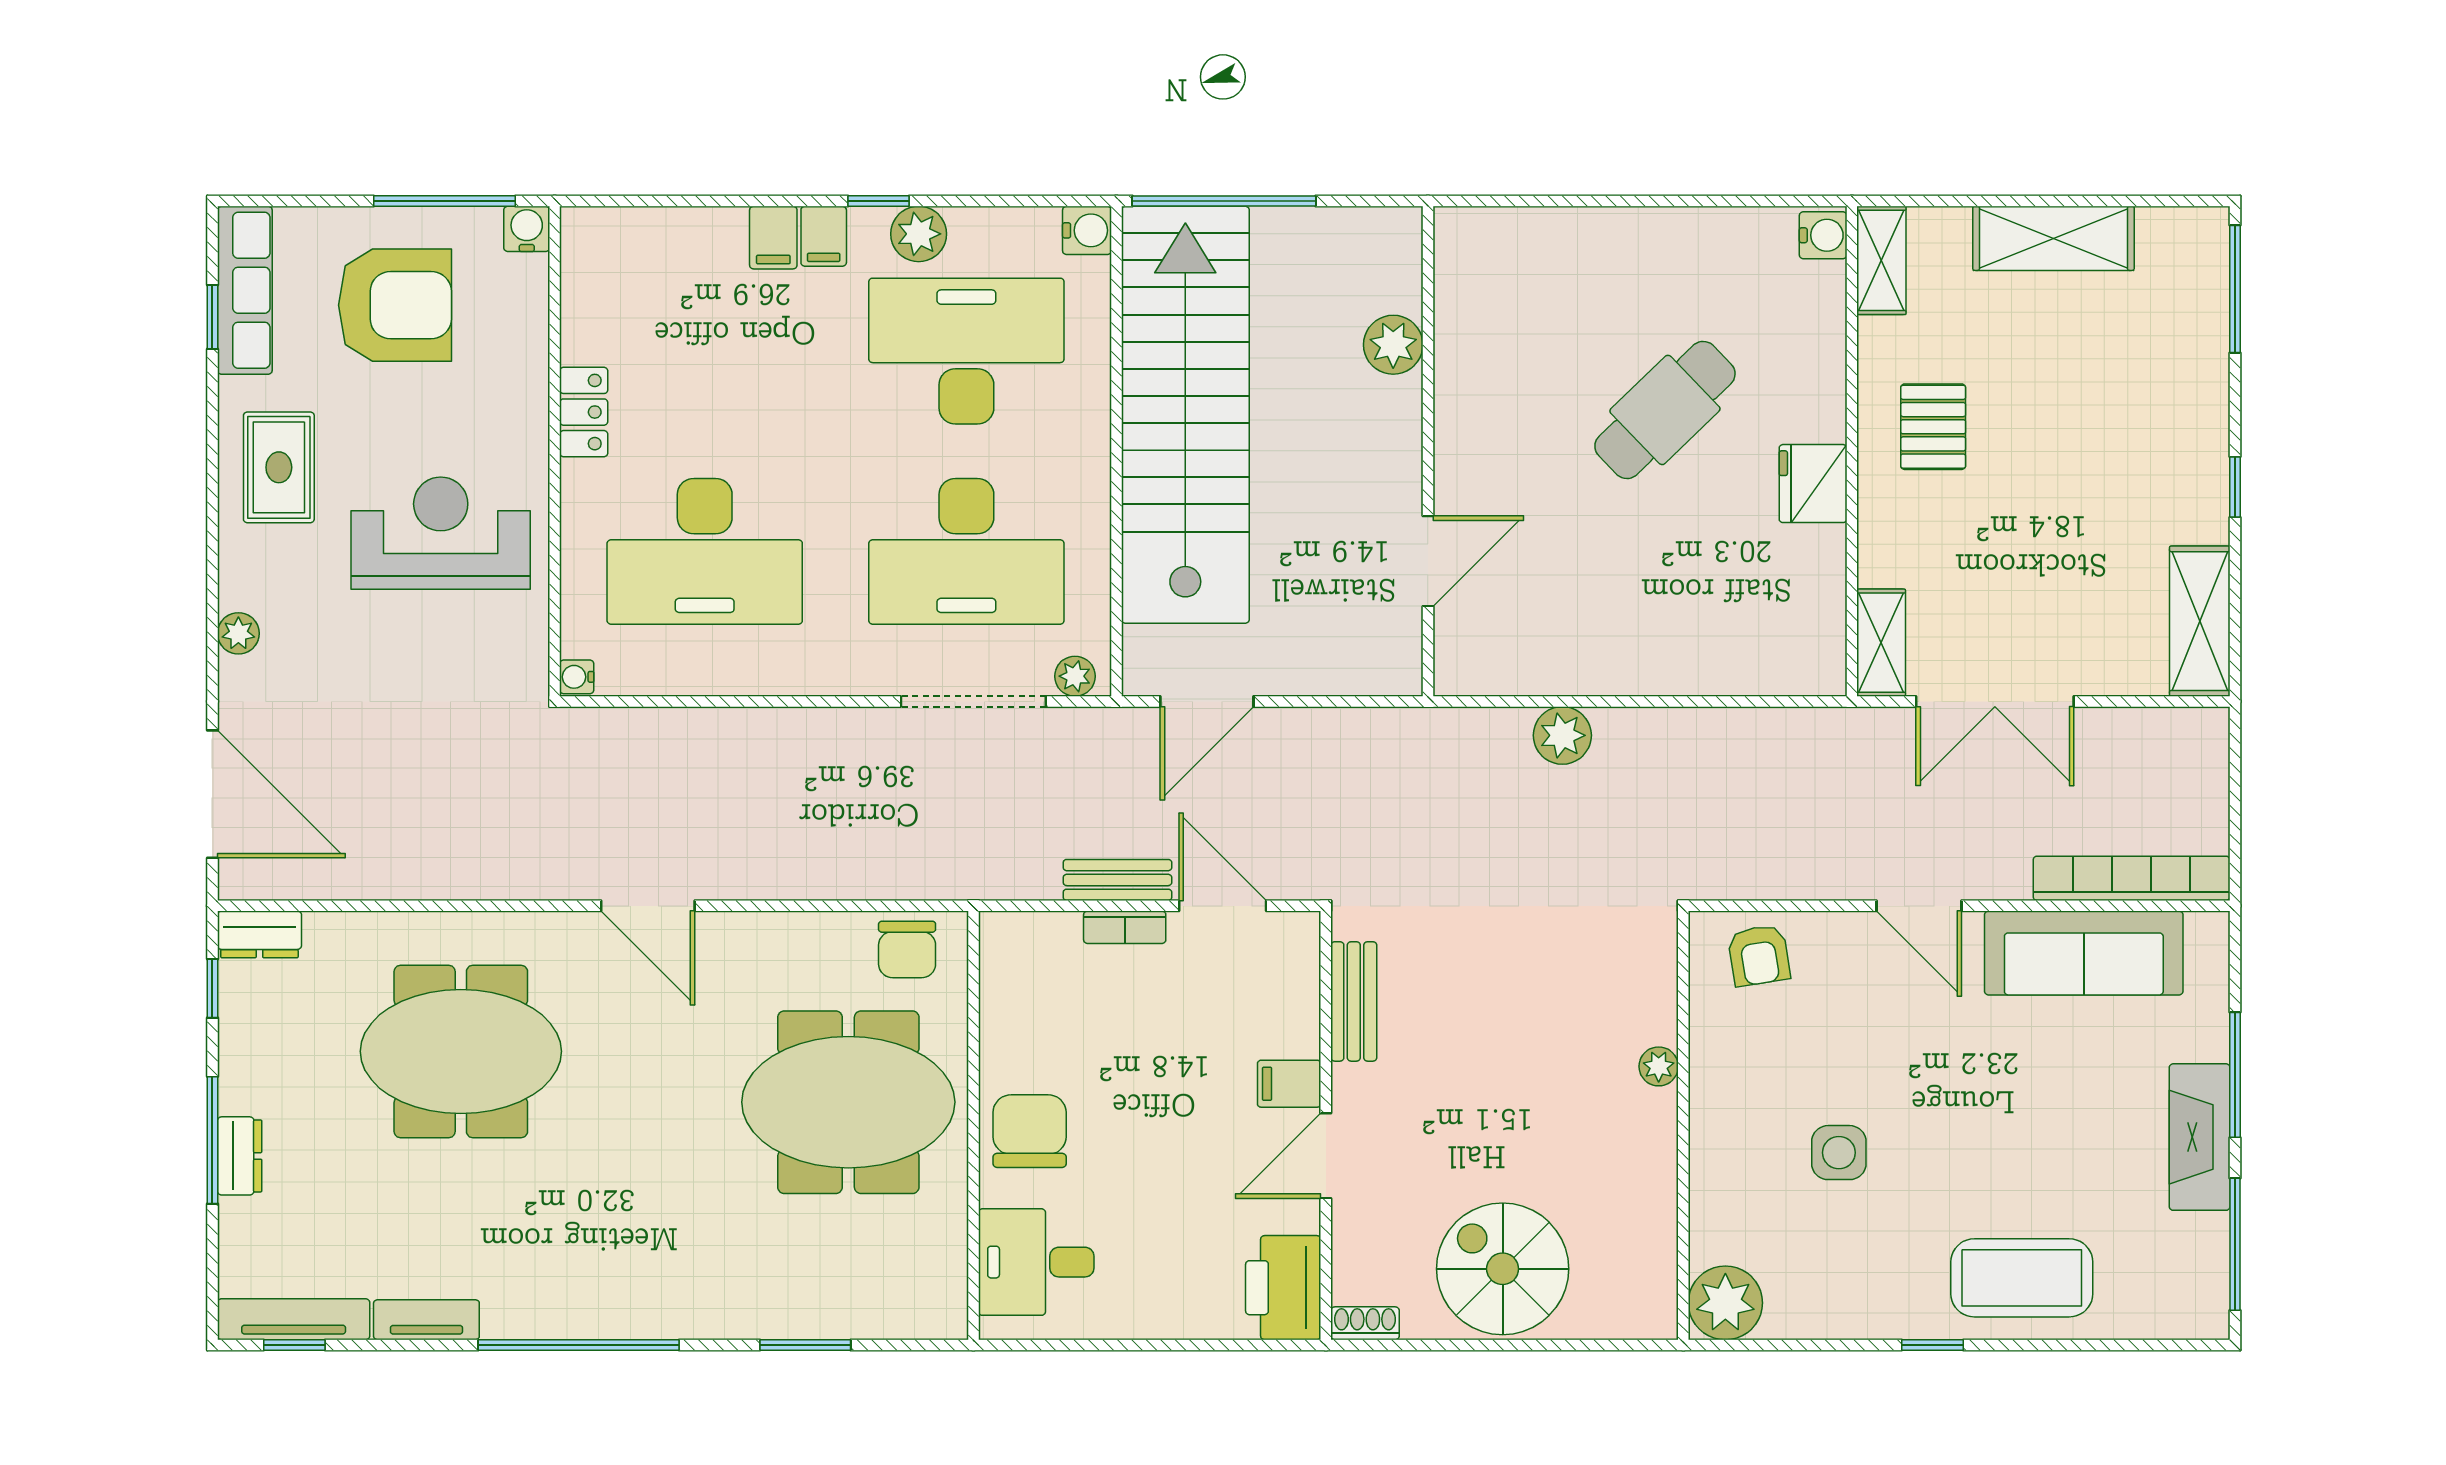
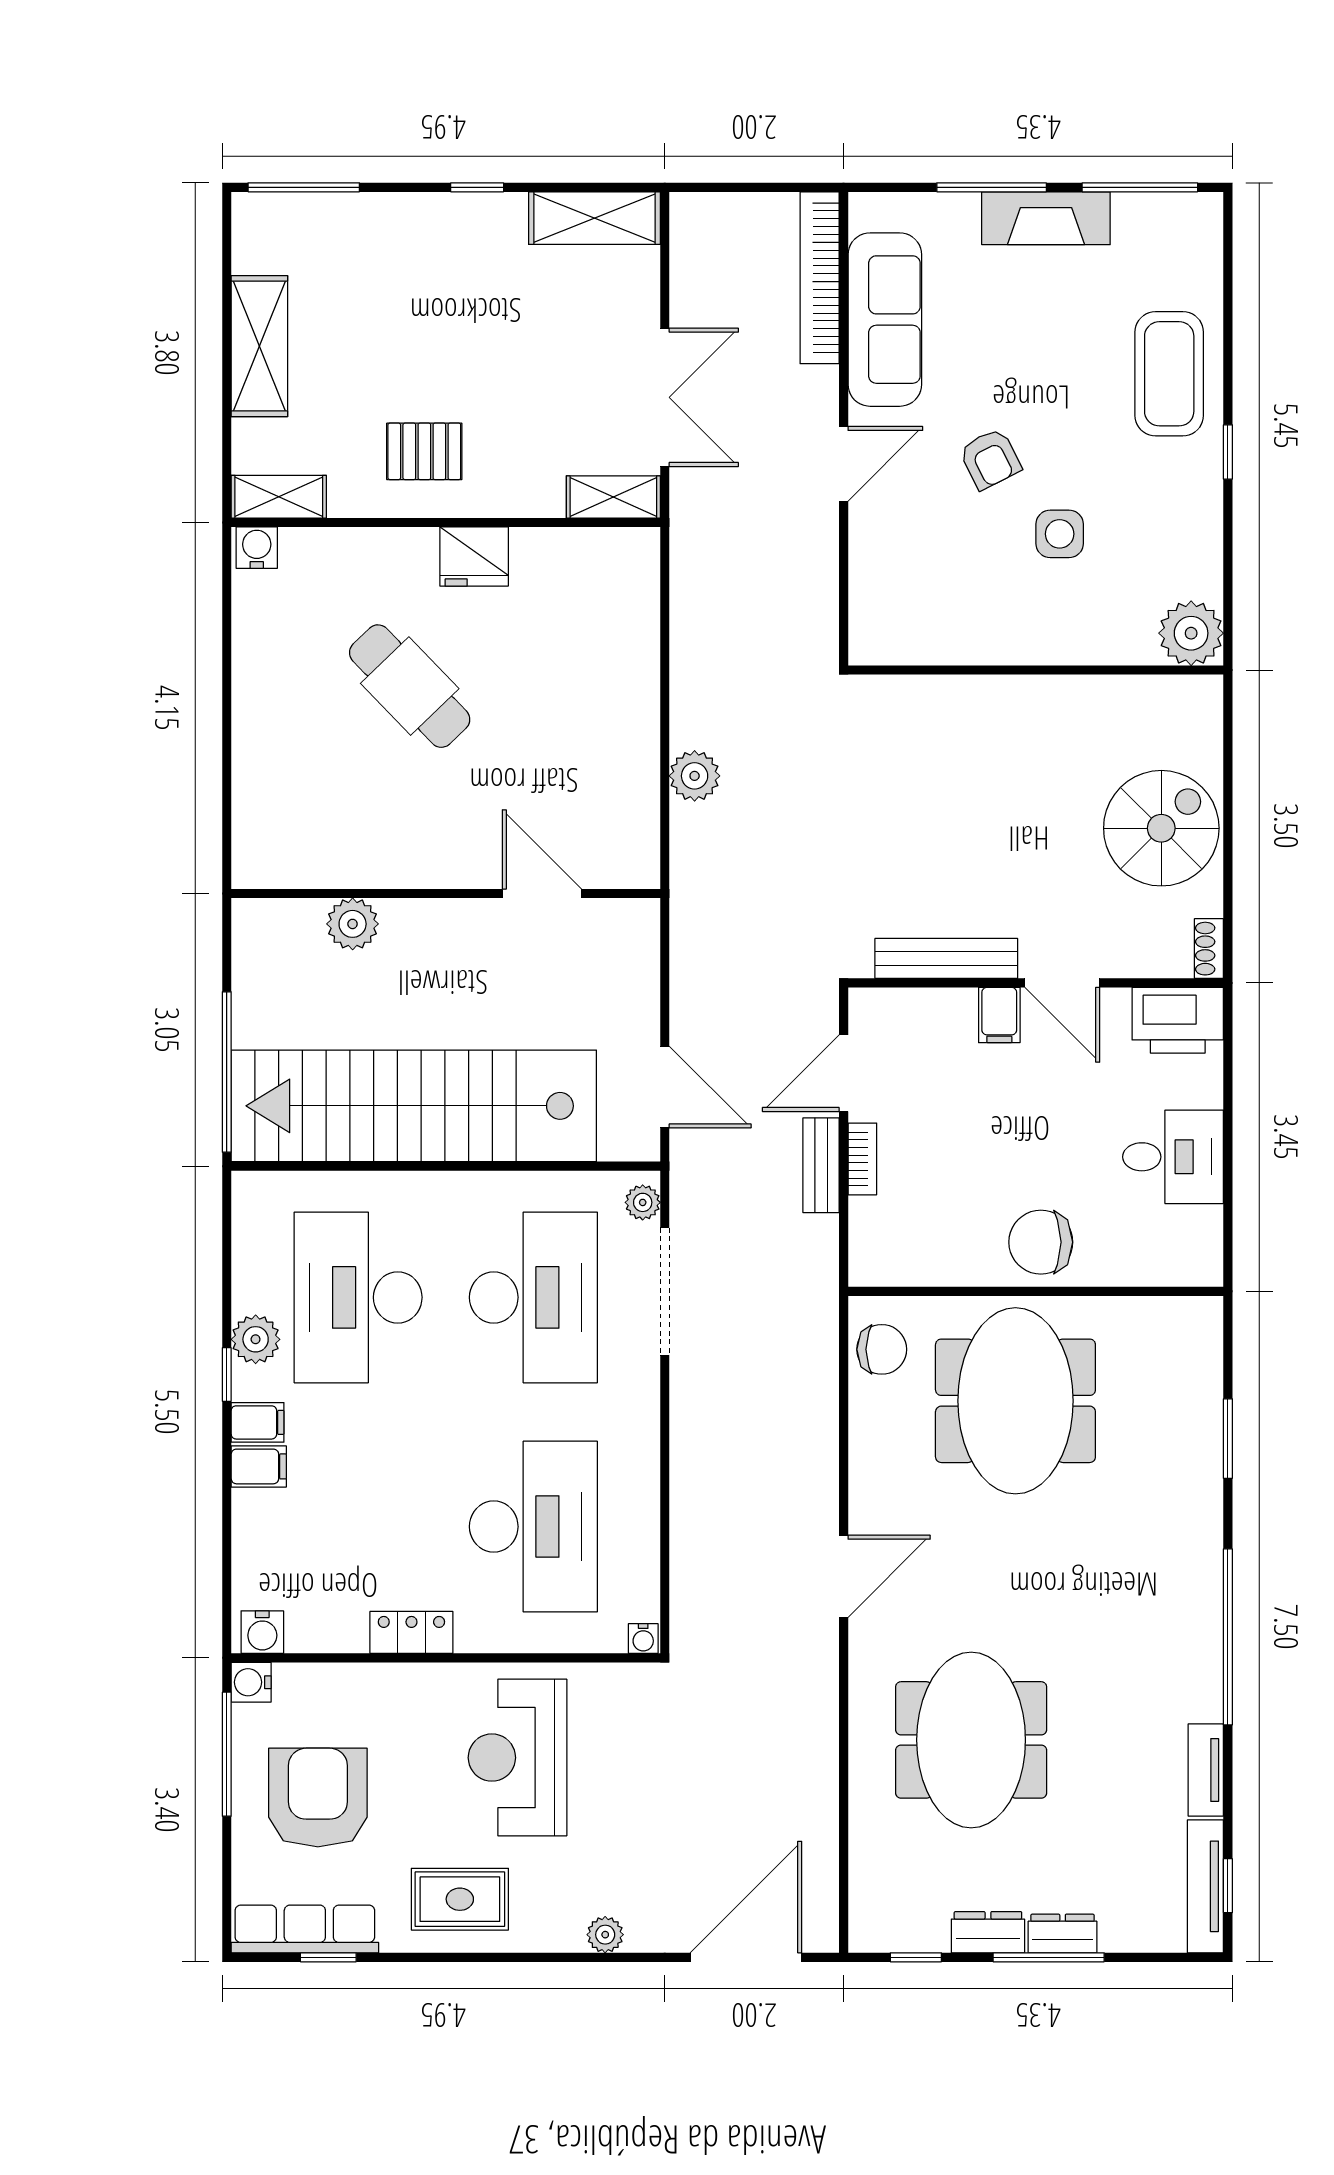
water cooler: (1087, 230) -> (262, 1632), moved, turned 180
dresser: (259, 934) -> (988, 1932), moved, turned -90
armchair: (1759, 955) -> (990, 459), moved, turned 72
bench: (1354, 1001) -> (946, 958), width x1.36
plant: (1659, 1066) -> (984, 692), removed
desk: (1036, 1262) -> (1173, 1157), moved, turned -90
spiral stairs: (1503, 1269) -> (1161, 828), turned 180

